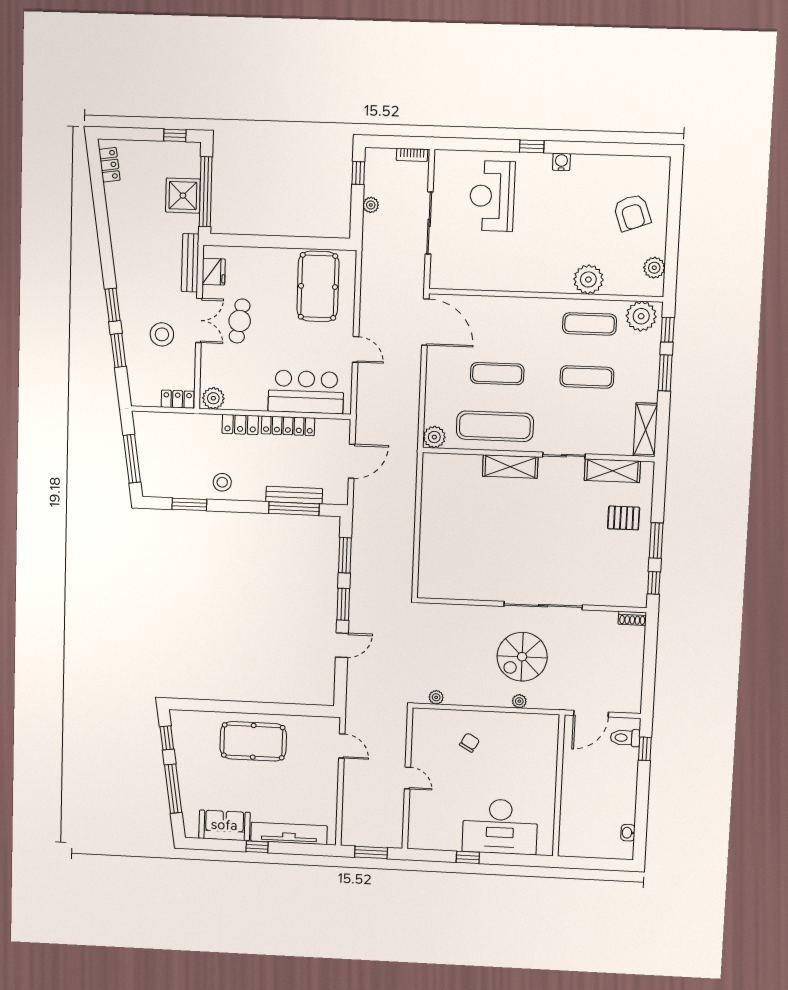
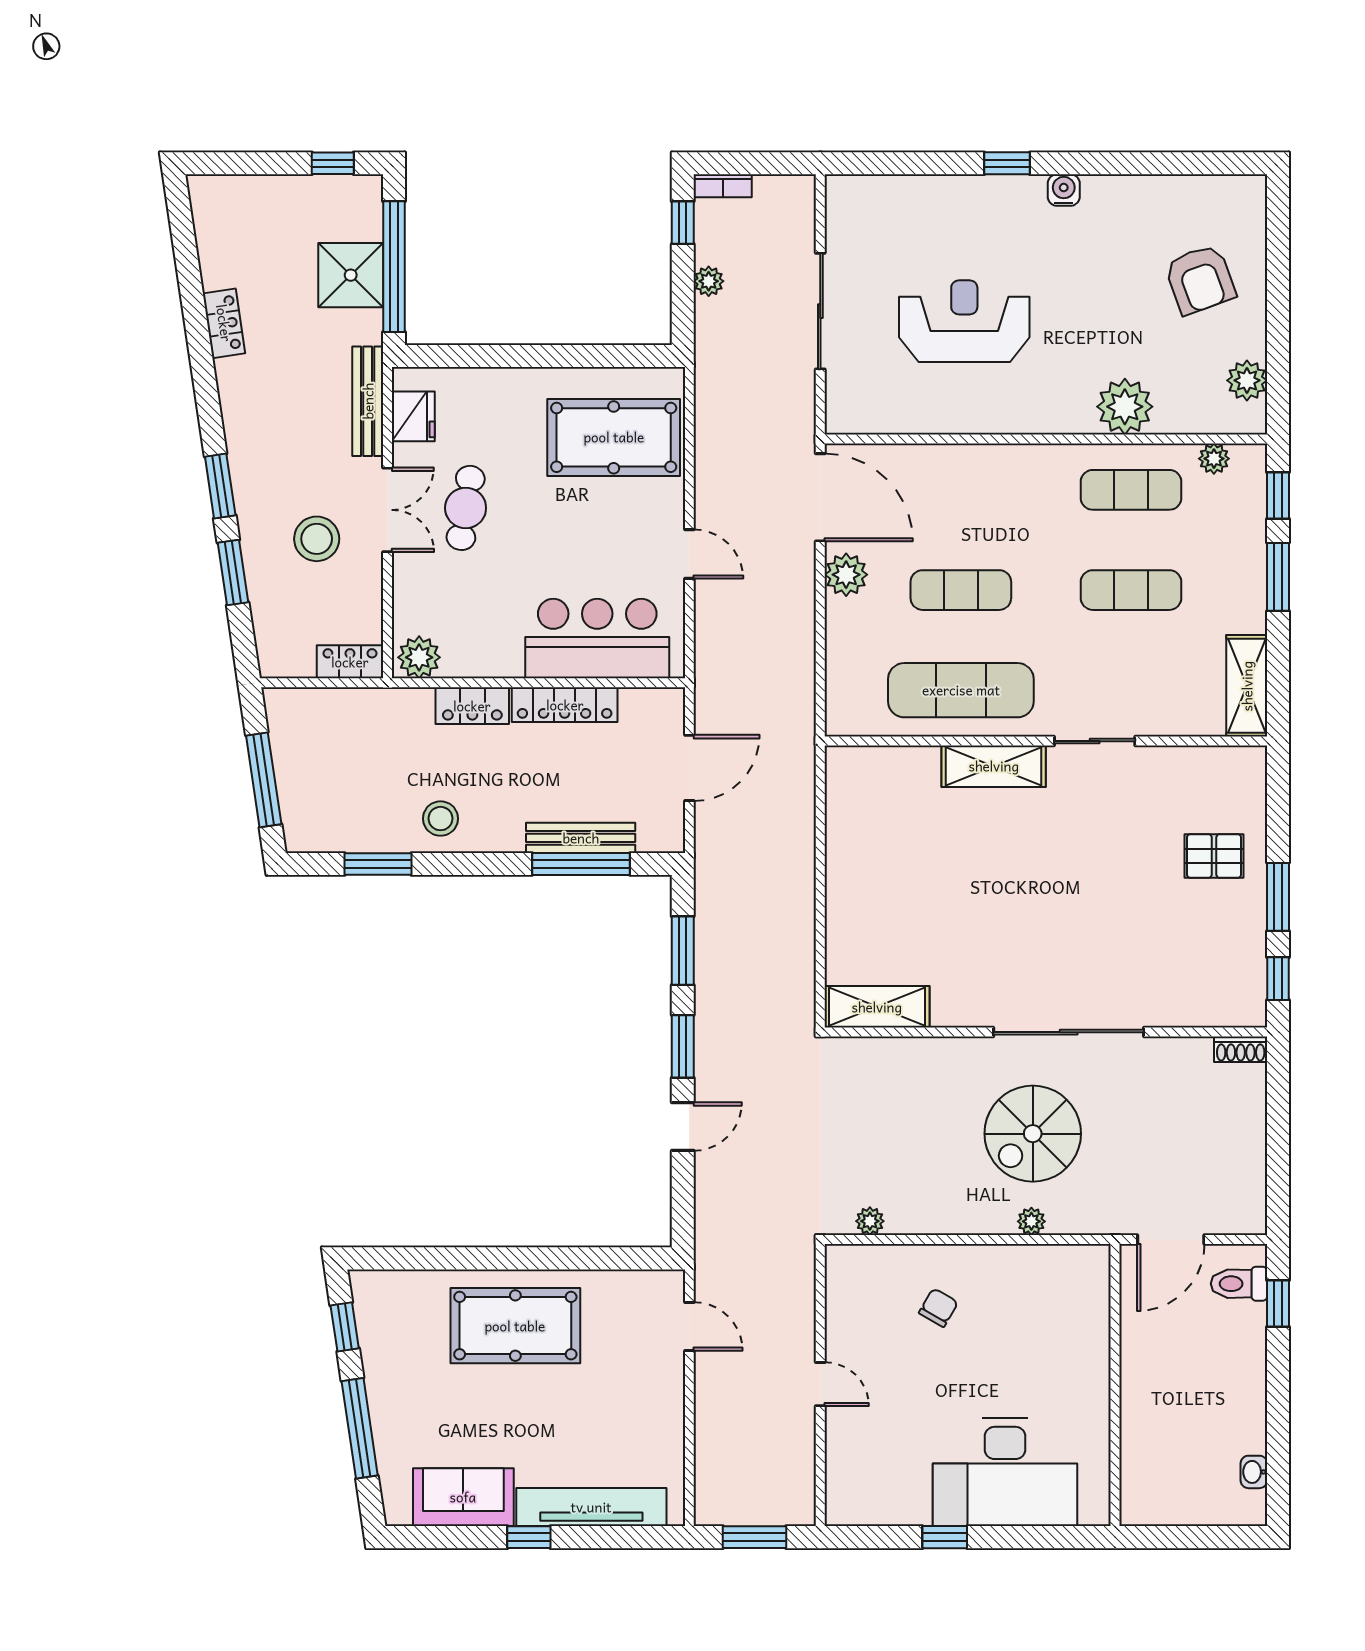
bookcase: (412, 155) -> (723, 186), moved
locker: (109, 165) -> (224, 323), moved
reception desk: (492, 196) -> (964, 321), moved, turned 90
pool table: (318, 286) -> (614, 437), turned 90
plant: (641, 316) -> (1214, 459), width x0.53, depth x0.53
plant: (434, 437) -> (846, 575), moved
shelving: (612, 471) -> (877, 1007), moved

